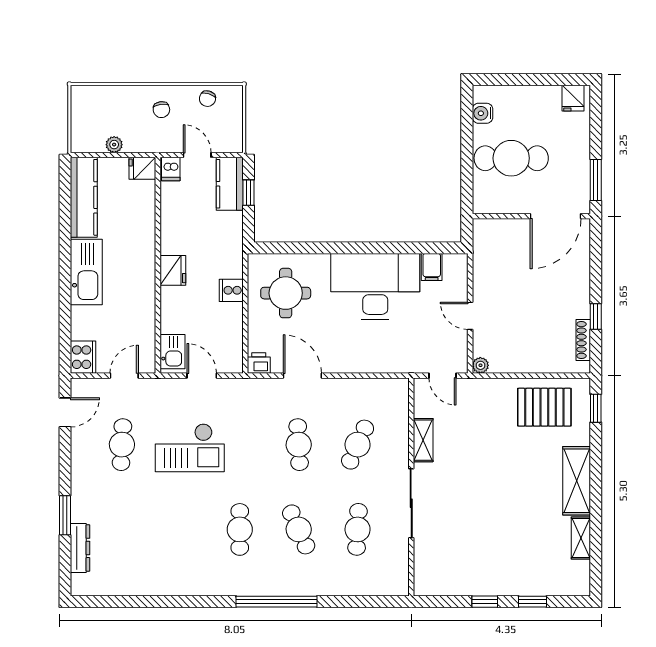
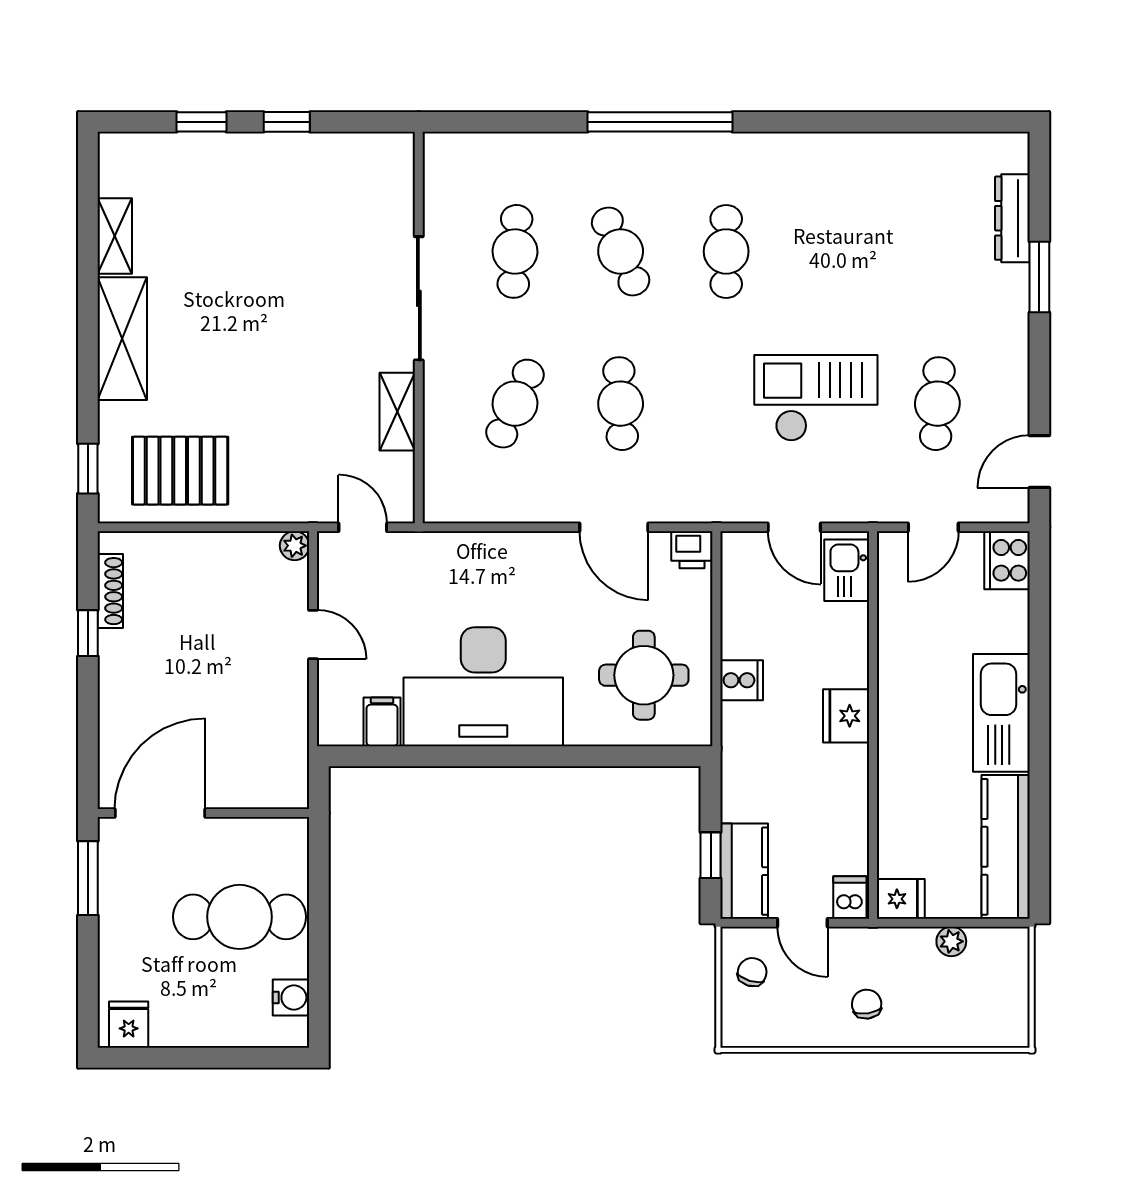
chair: (207, 99) -> (752, 972), moved

